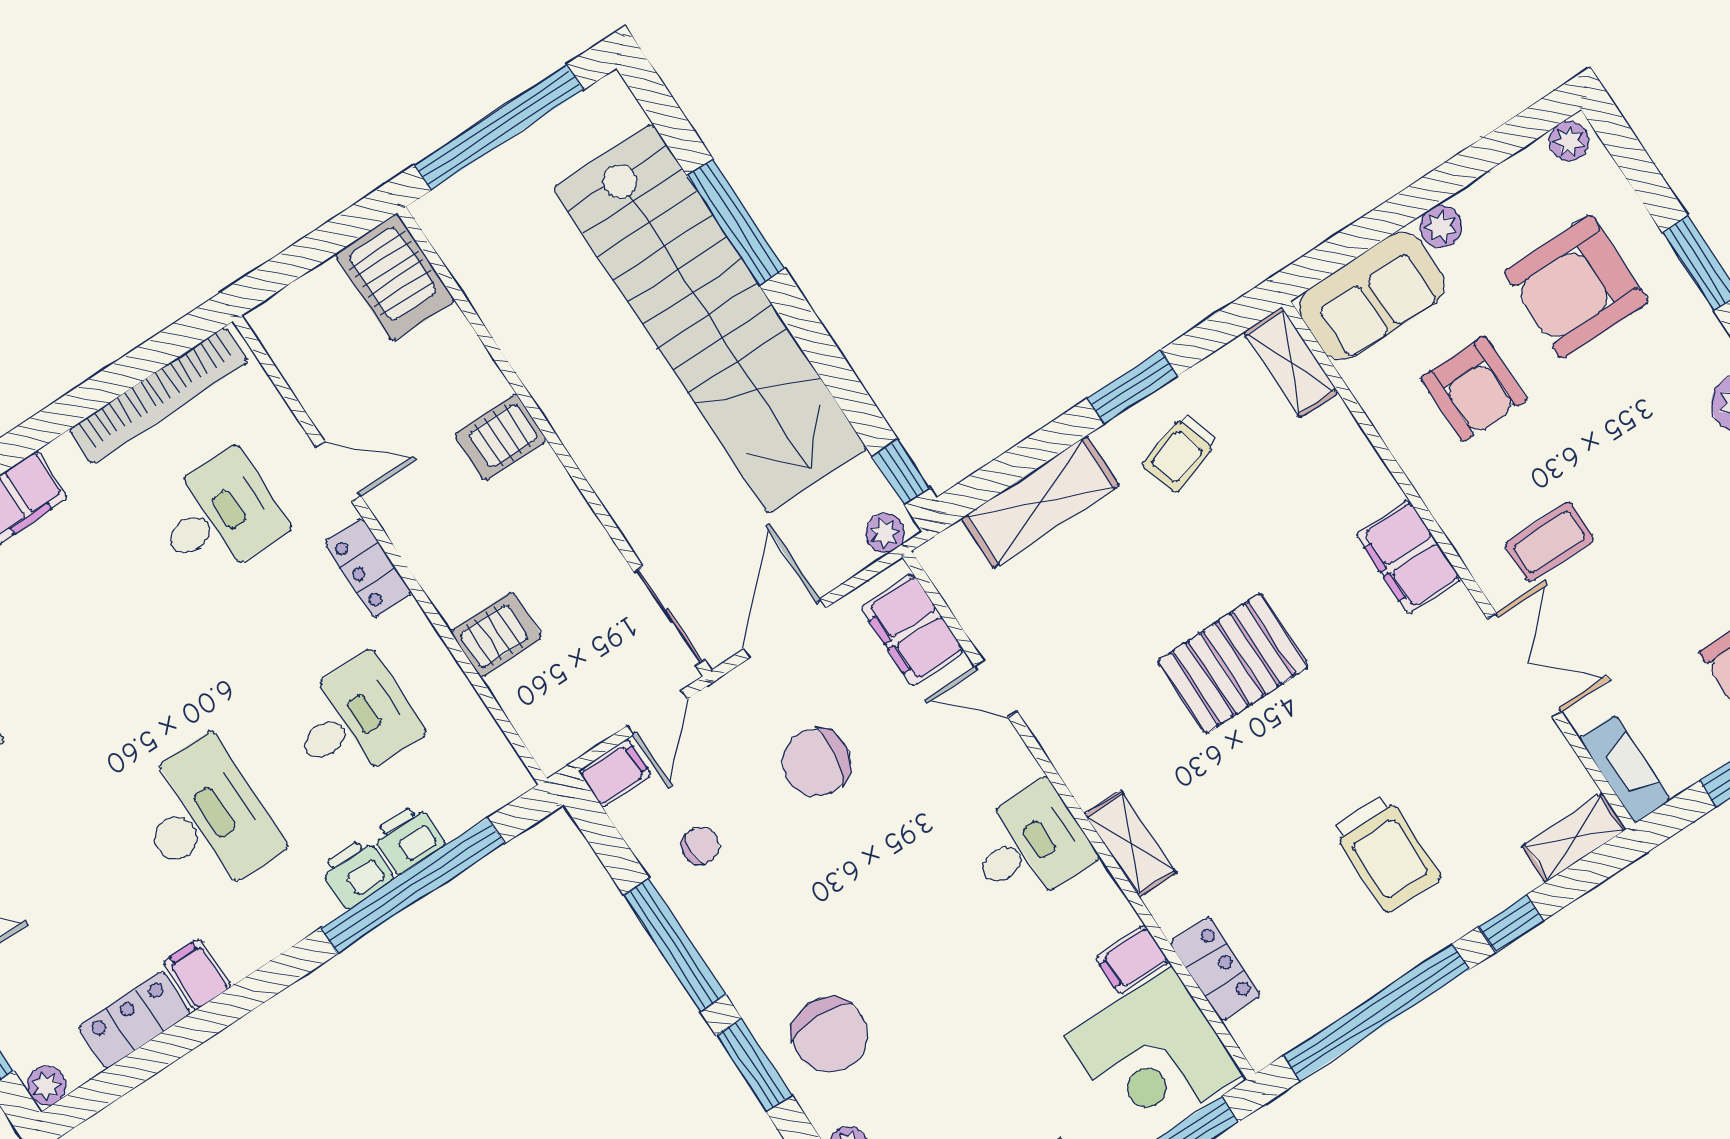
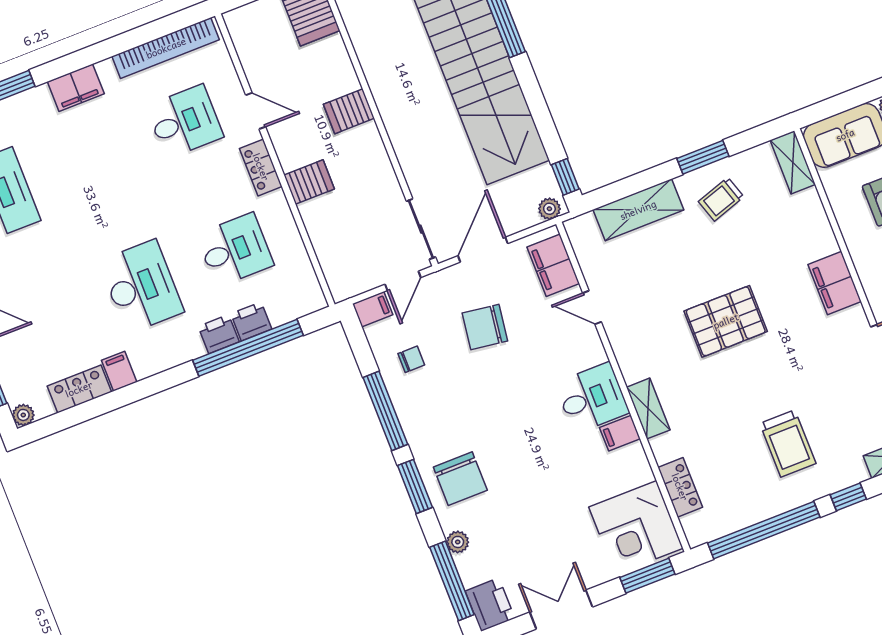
server rack: (497, 634) -> (309, 182), moved
filing cabinet: (1132, 960) -> (620, 433), moved

